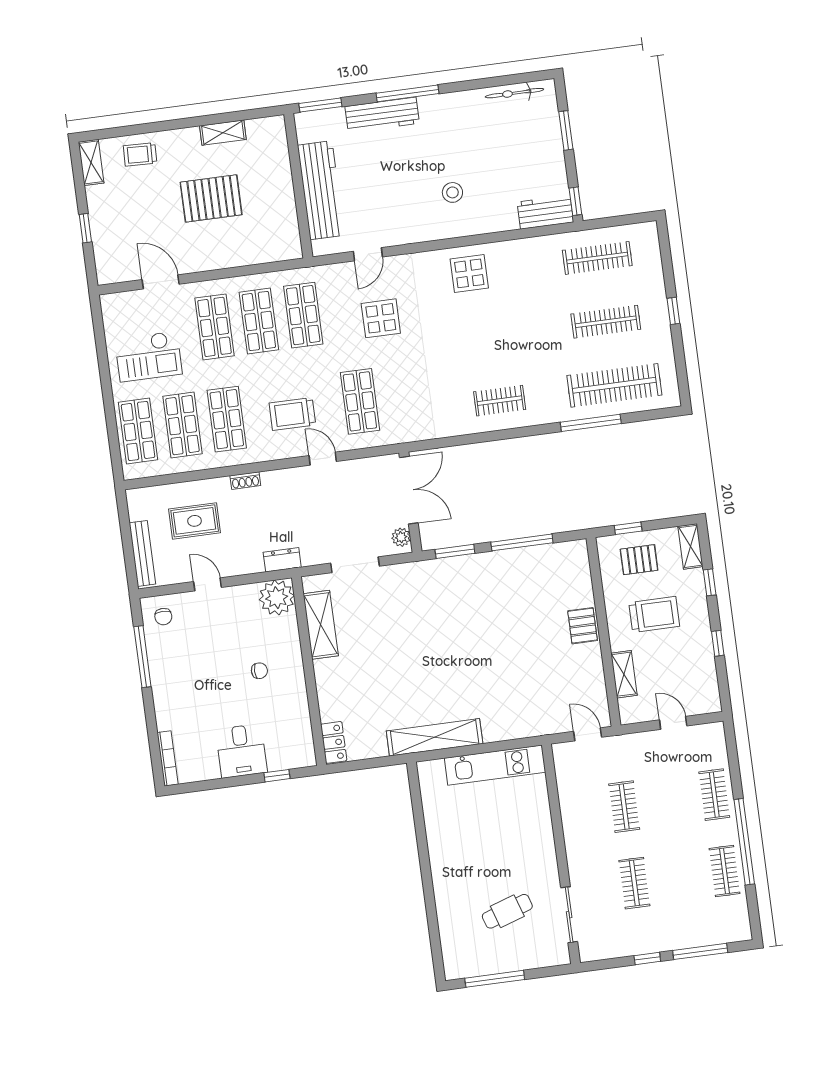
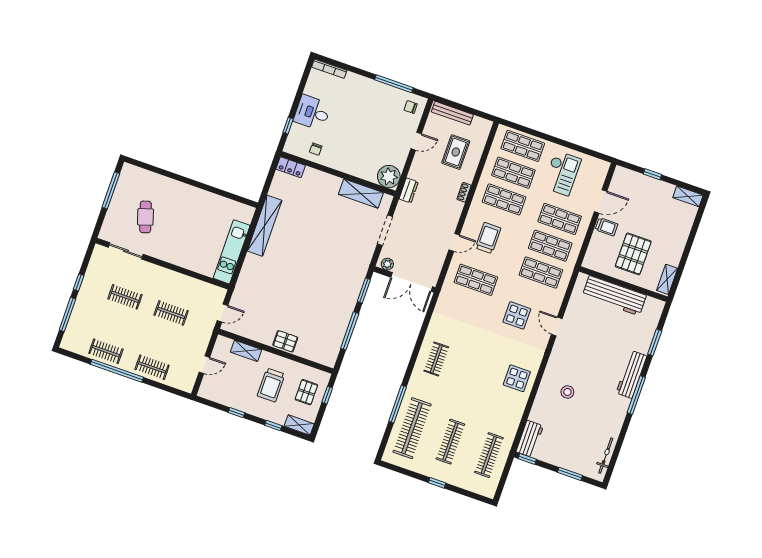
trolley: (140, 154) -> (607, 227), moved, turned 88
wall: (298, 186) -> (623, 284), moved
workbench: (321, 190) -> (614, 296), moved
checkout: (148, 356) -> (562, 173), turned 180
chair: (259, 671) -> (316, 149), moved

